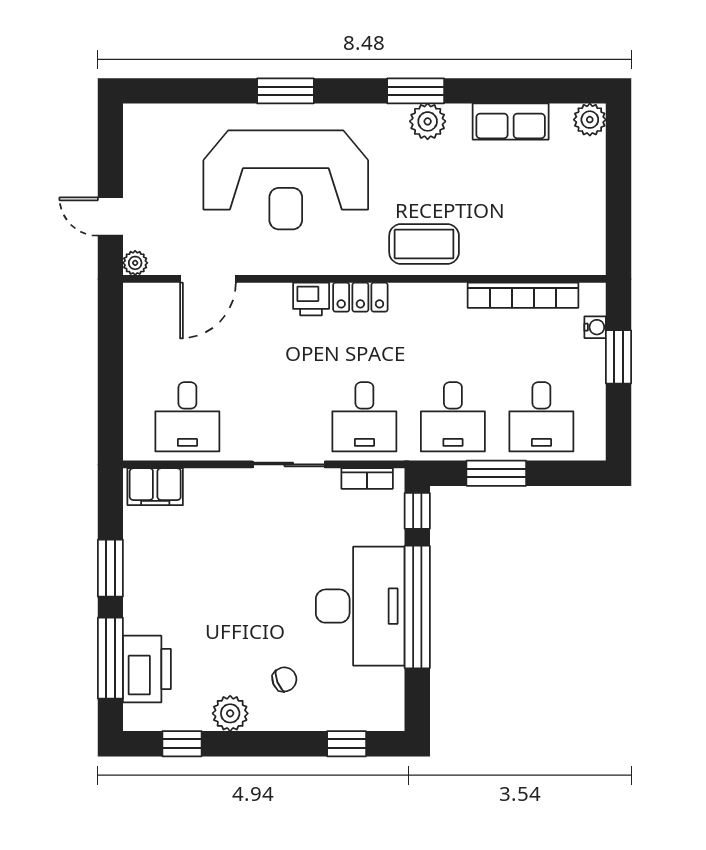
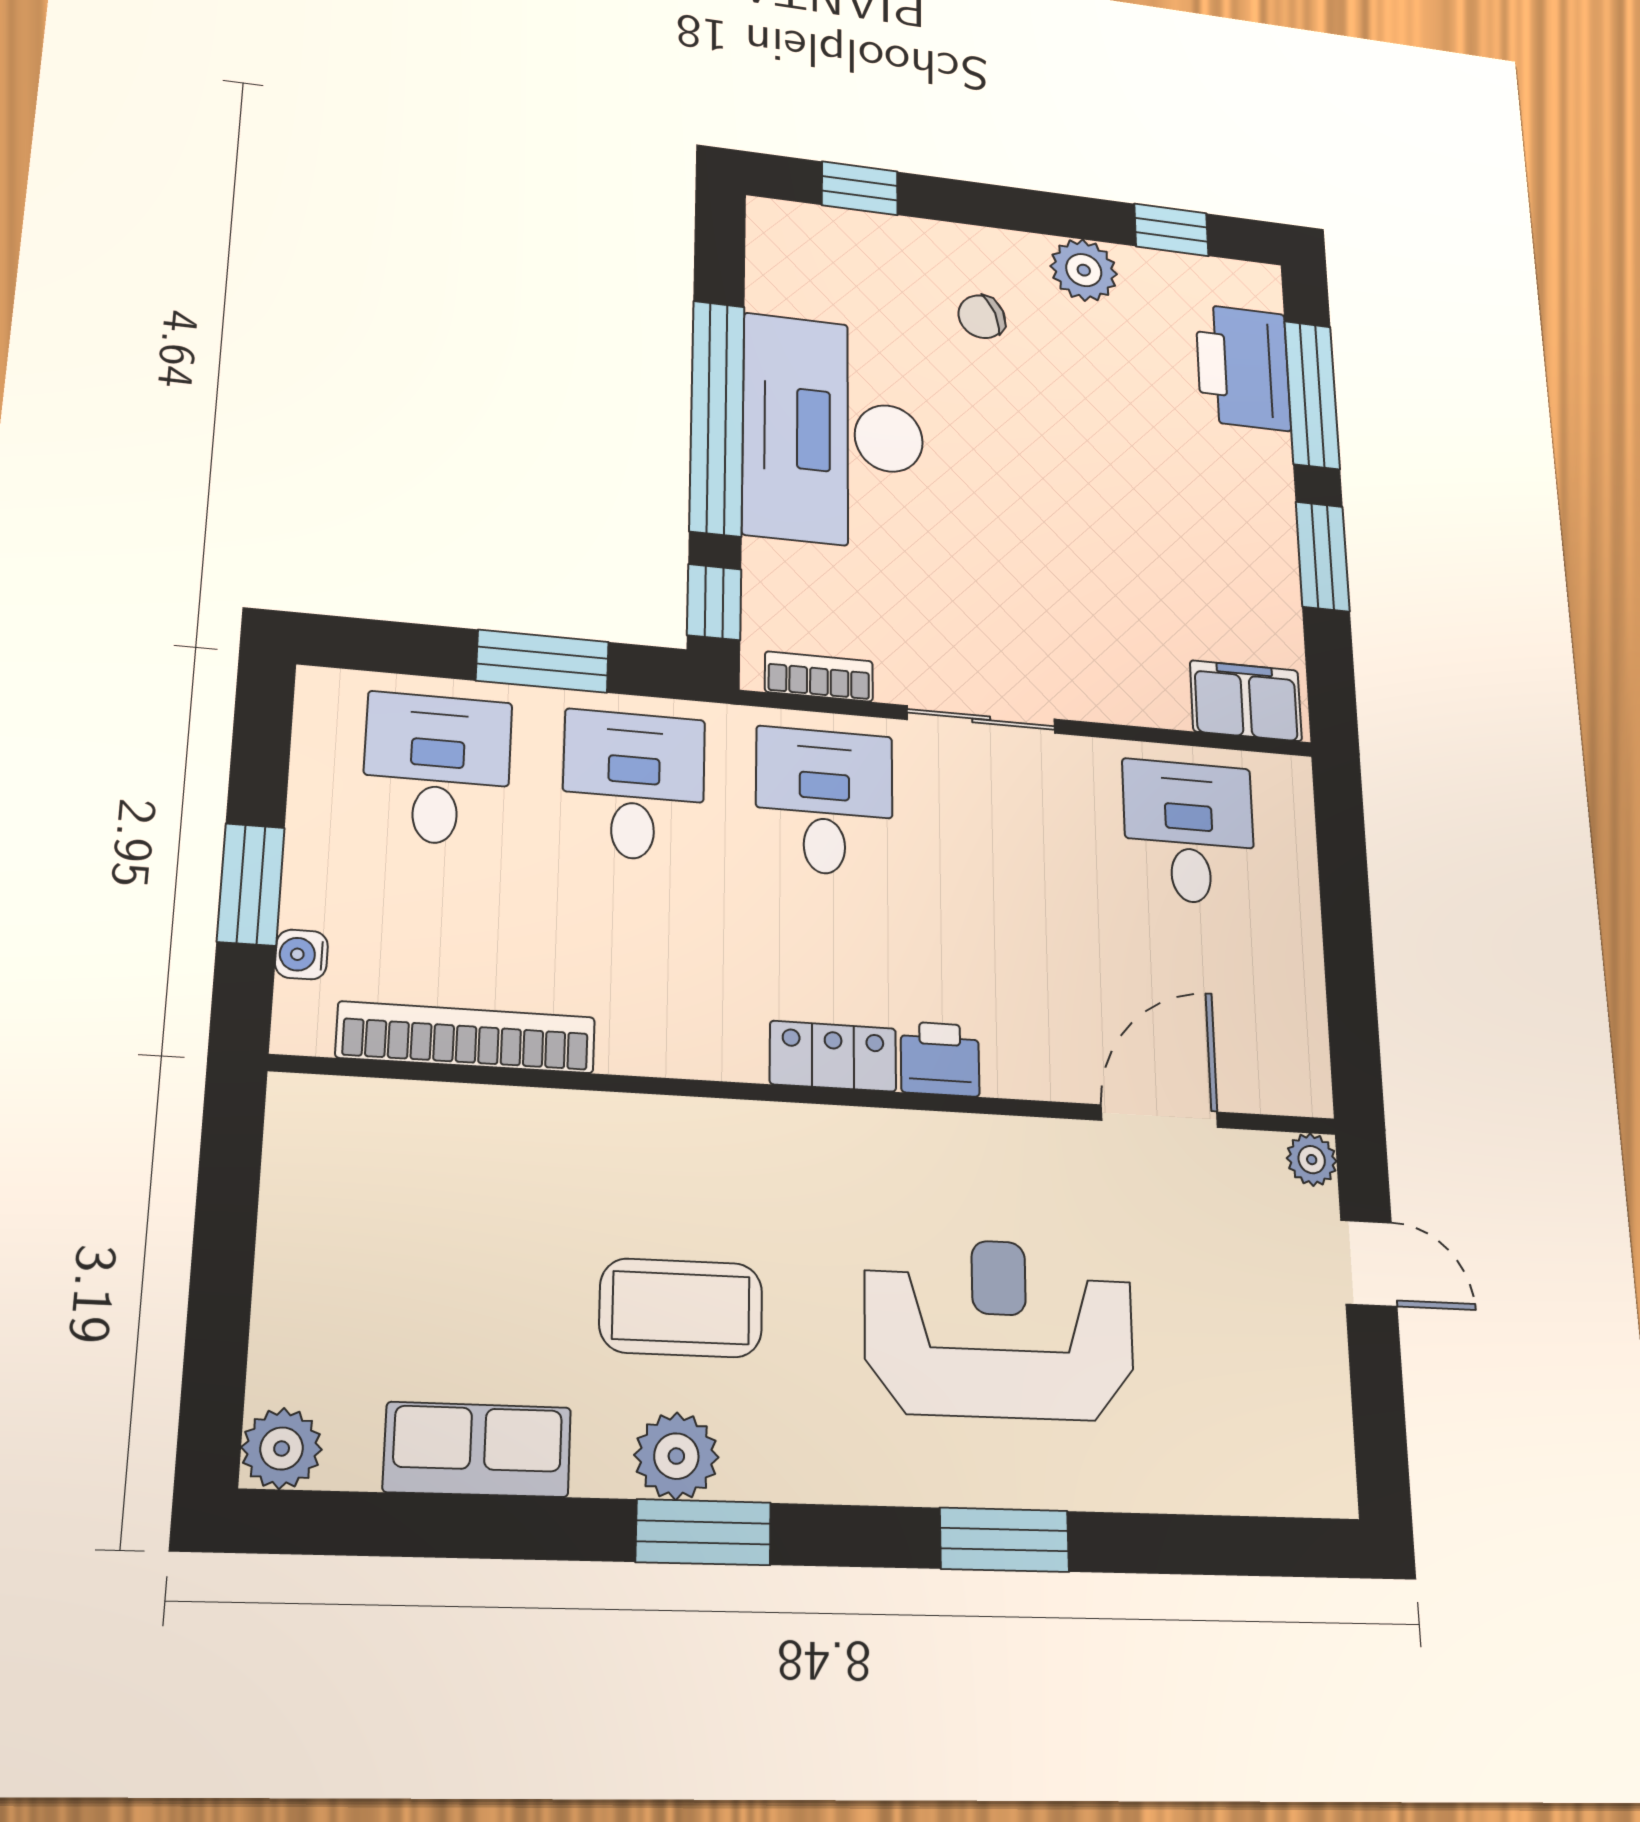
reception desk: (286, 180) -> (1000, 1329), width x0.74, depth x0.77
coffee table: (424, 244) -> (681, 1308), moved

